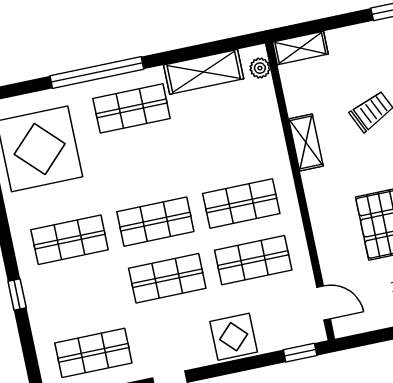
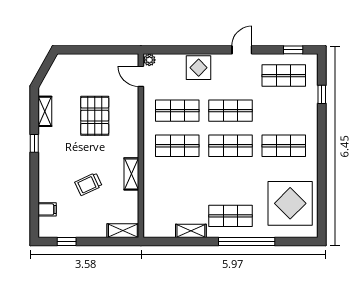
plant: (260, 68) -> (149, 60), moved
shelving: (204, 72) -> (191, 231), width x0.67, depth x0.75
window: (17, 295) -> (322, 94), moved
window: (300, 353) -> (161, 50), removed

